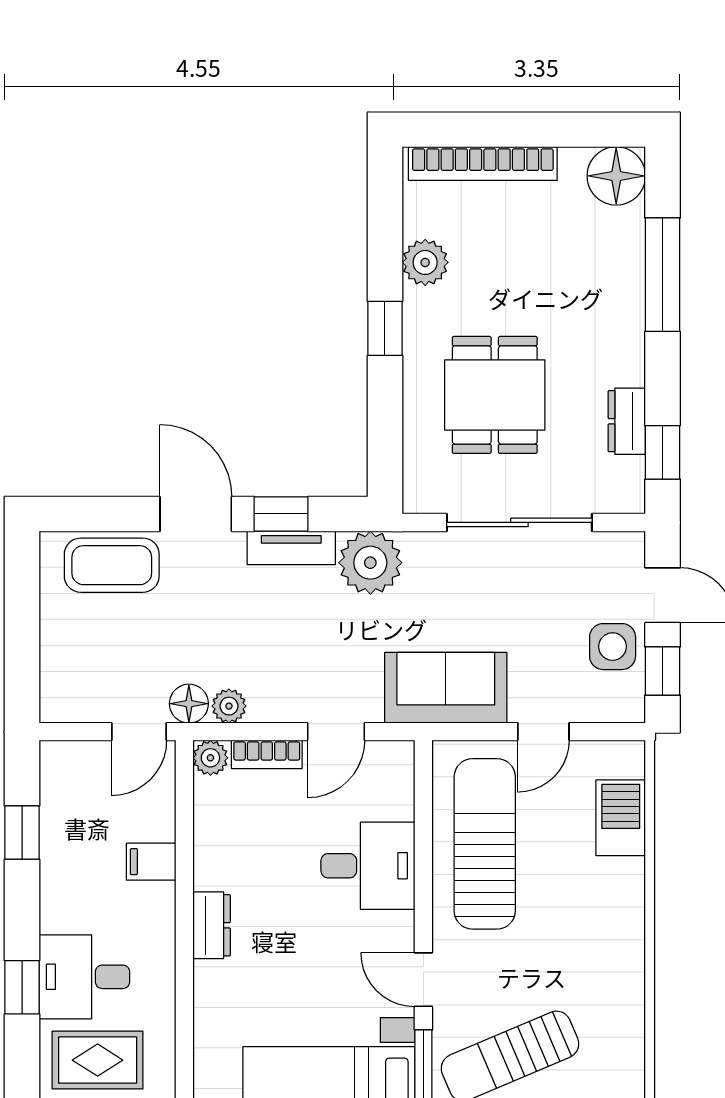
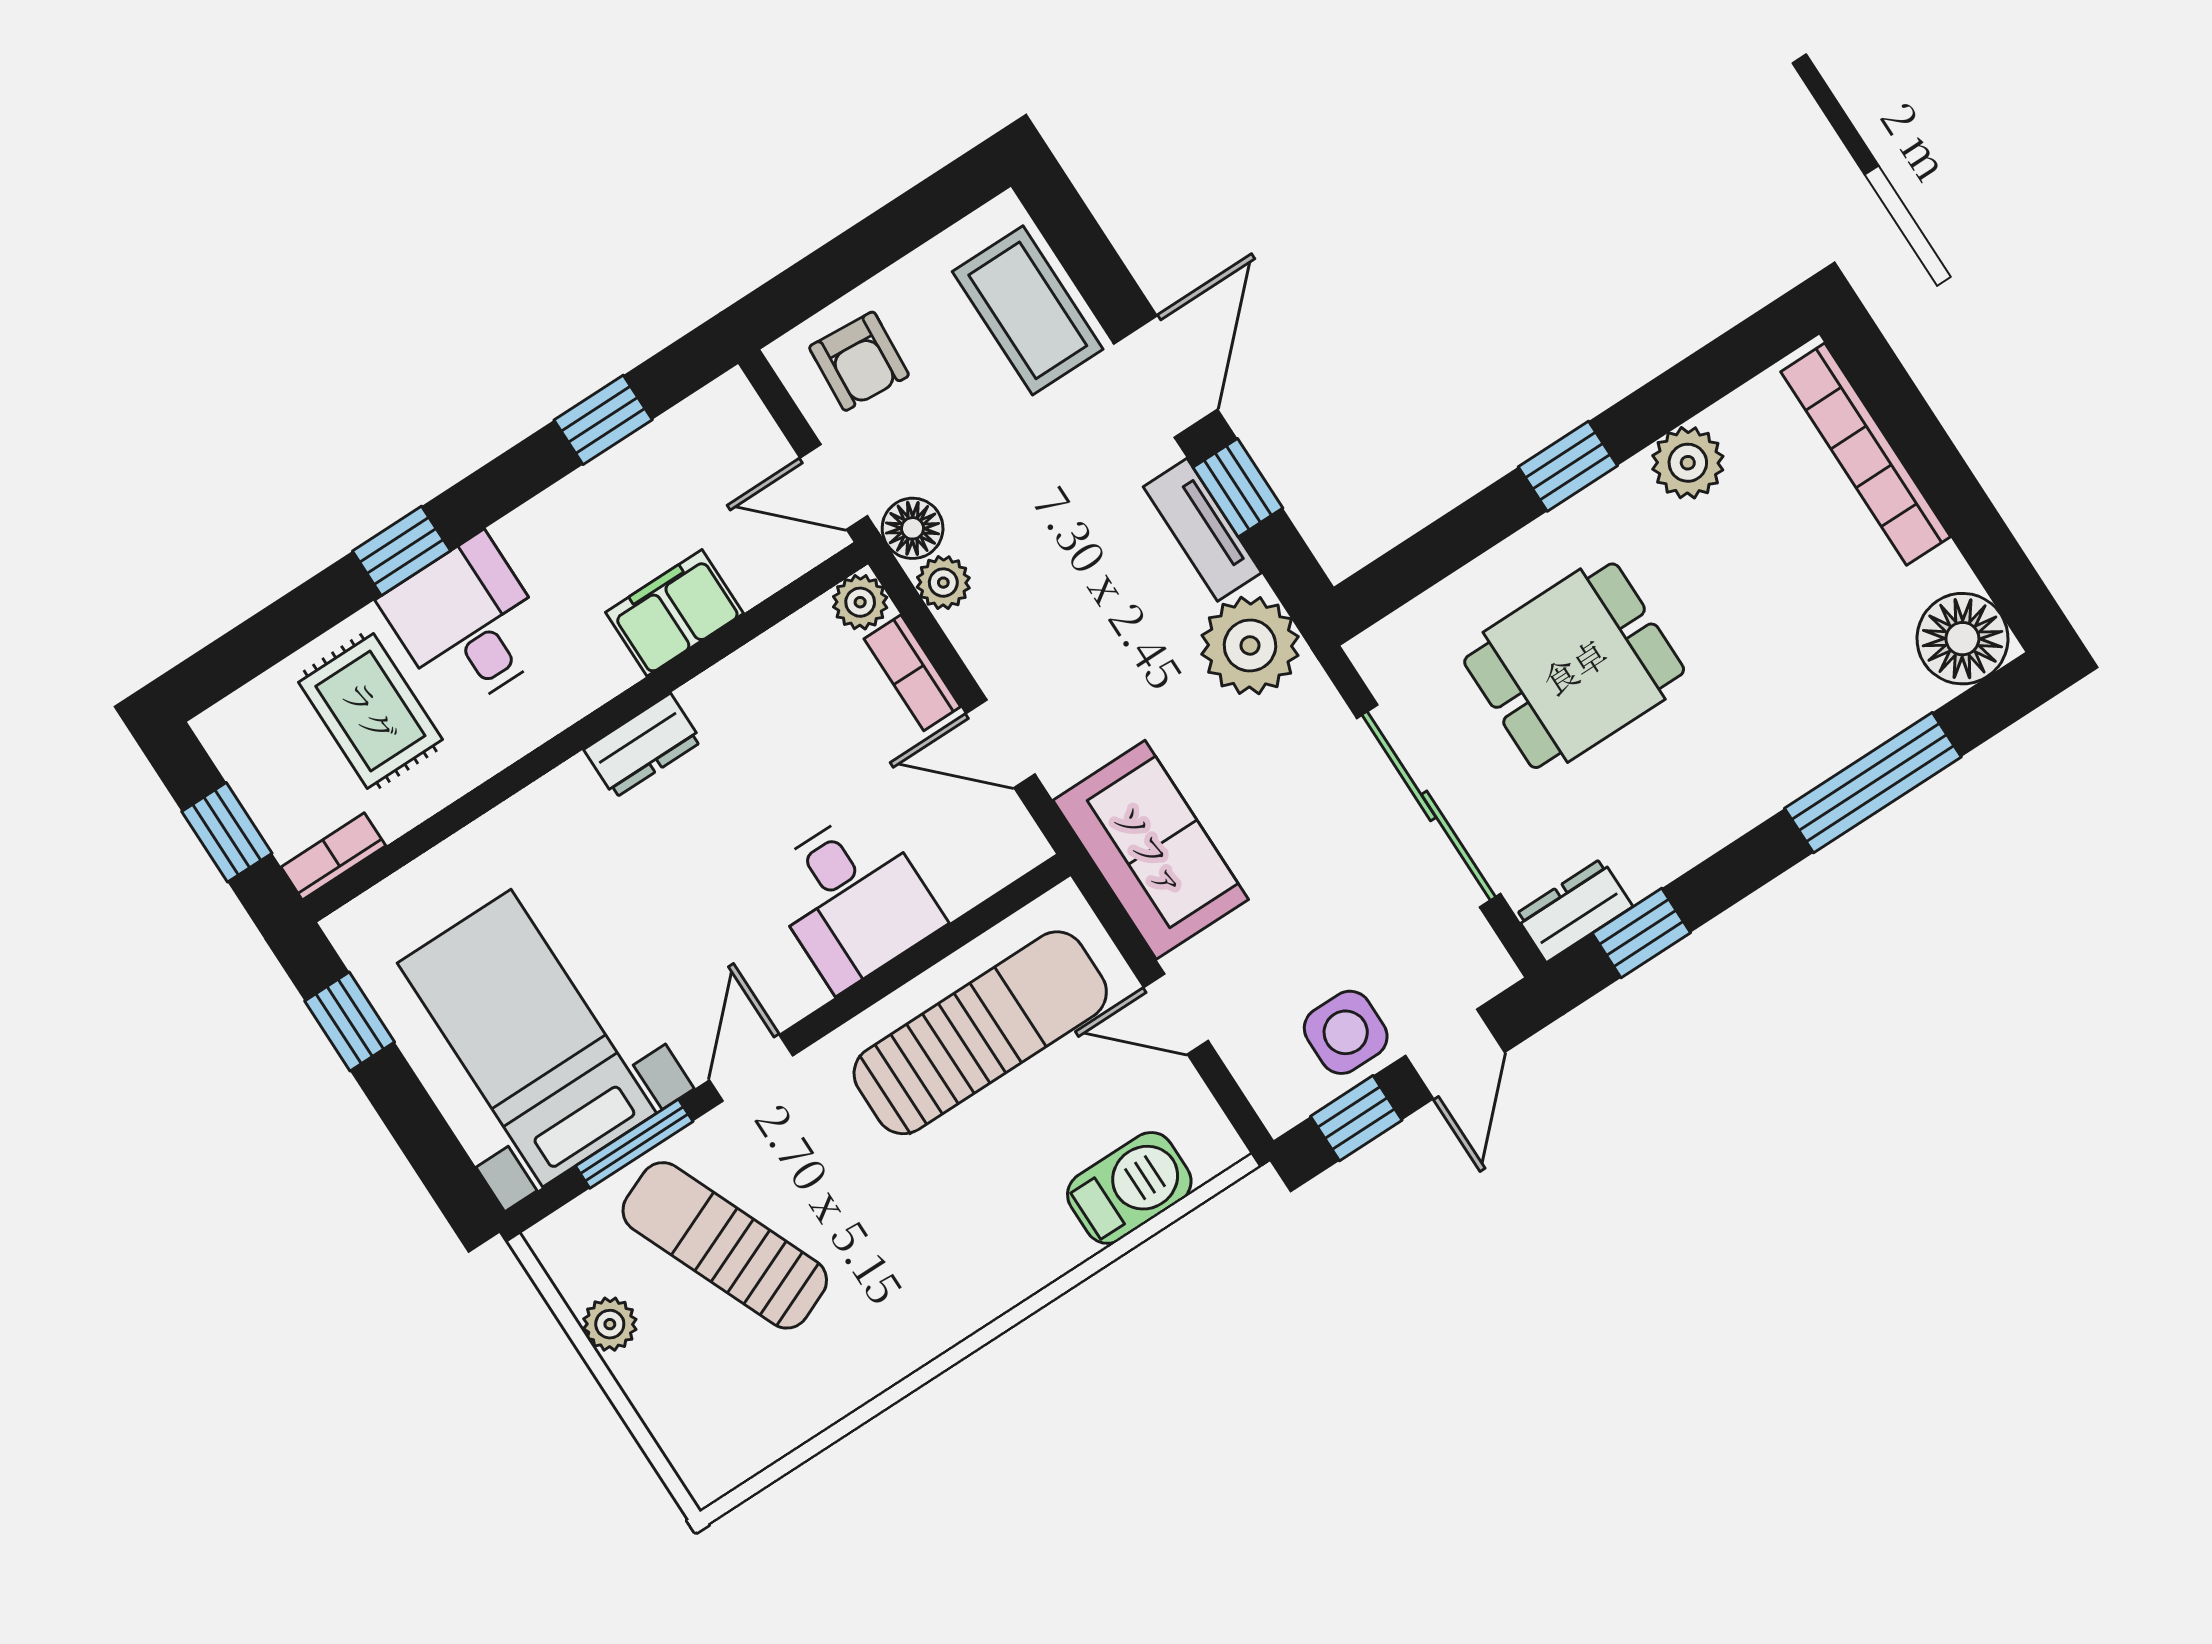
dresser: (627, 421) -> (1574, 910), moved
armchair: (80, 674) -> (859, 361), added
filing cabinet: (151, 862) -> (674, 613), width x2.00

